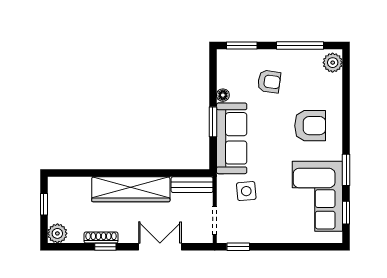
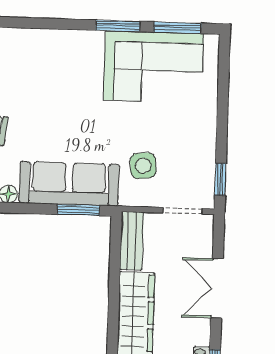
window: (213, 122) -> (78, 210), moved
armchair: (310, 126) -> (55, 74), removed
window: (346, 213) -> (177, 28), width x1.50

